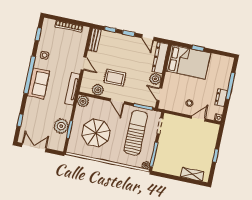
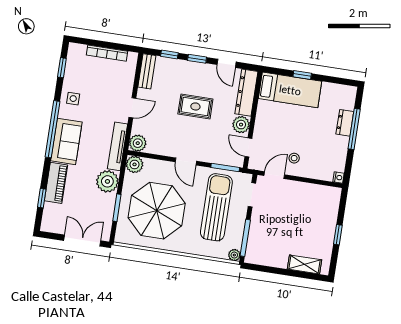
bed: (188, 62) -> (290, 90), width x0.67
door: (84, 64) -> (132, 108), hinge flipped
rug: (115, 78) -> (195, 106), moved
plant: (98, 90) -> (138, 143), moved
dresser: (221, 98) -> (345, 123), moved
piano: (30, 111) -> (56, 183), added
door: (198, 118) -> (274, 175), moved
plant: (61, 126) -> (107, 181), moved
parasol: (96, 133) -> (157, 211), width x1.36, depth x1.36
double door: (34, 148) -> (82, 241), moved

